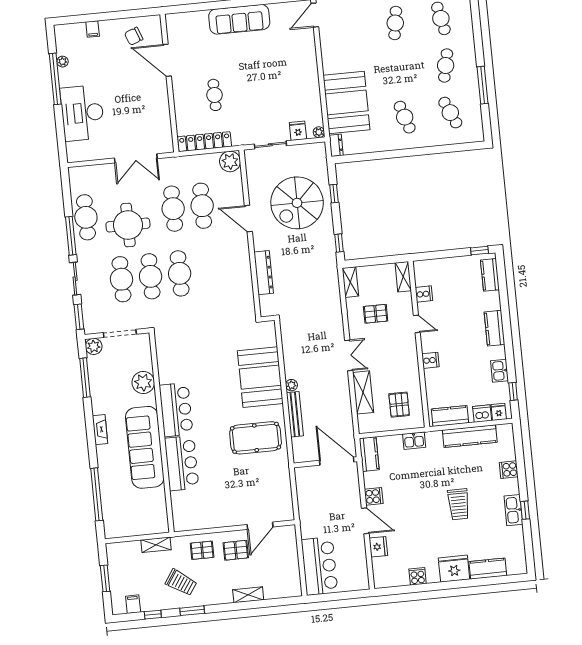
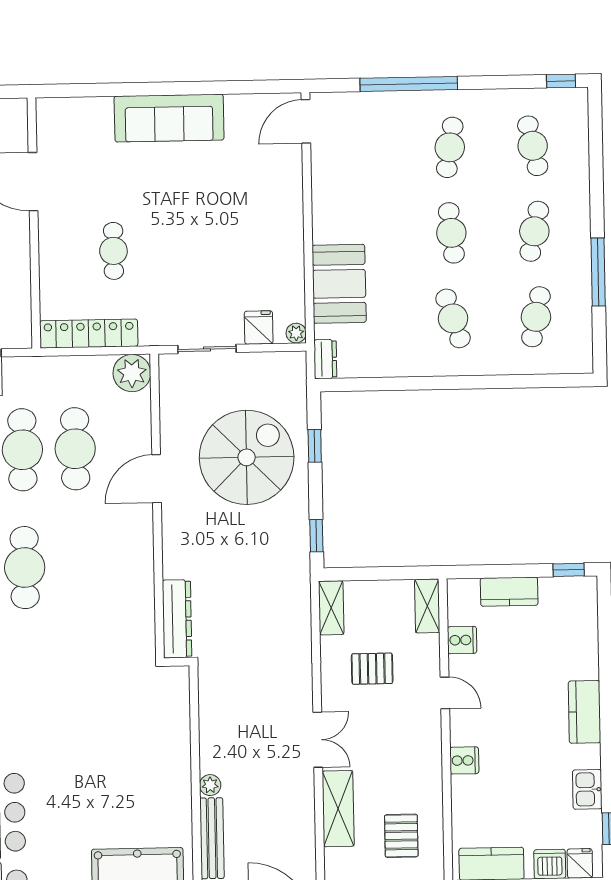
cafe table: (400, 70) -> (451, 233), added
booth: (346, 102) -> (339, 284), width x0.73, depth x0.70
cafe table: (450, 113) -> (536, 317), turned 36
spiral stairs: (297, 203) -> (247, 457), turned 180
door: (248, 219) -> (157, 479), hinge flipped
dresser: (264, 273) -> (177, 619), moved
kitchen counter: (490, 275) -> (509, 592), moved, turned -90
booth: (260, 377) -> (155, 766), removed

